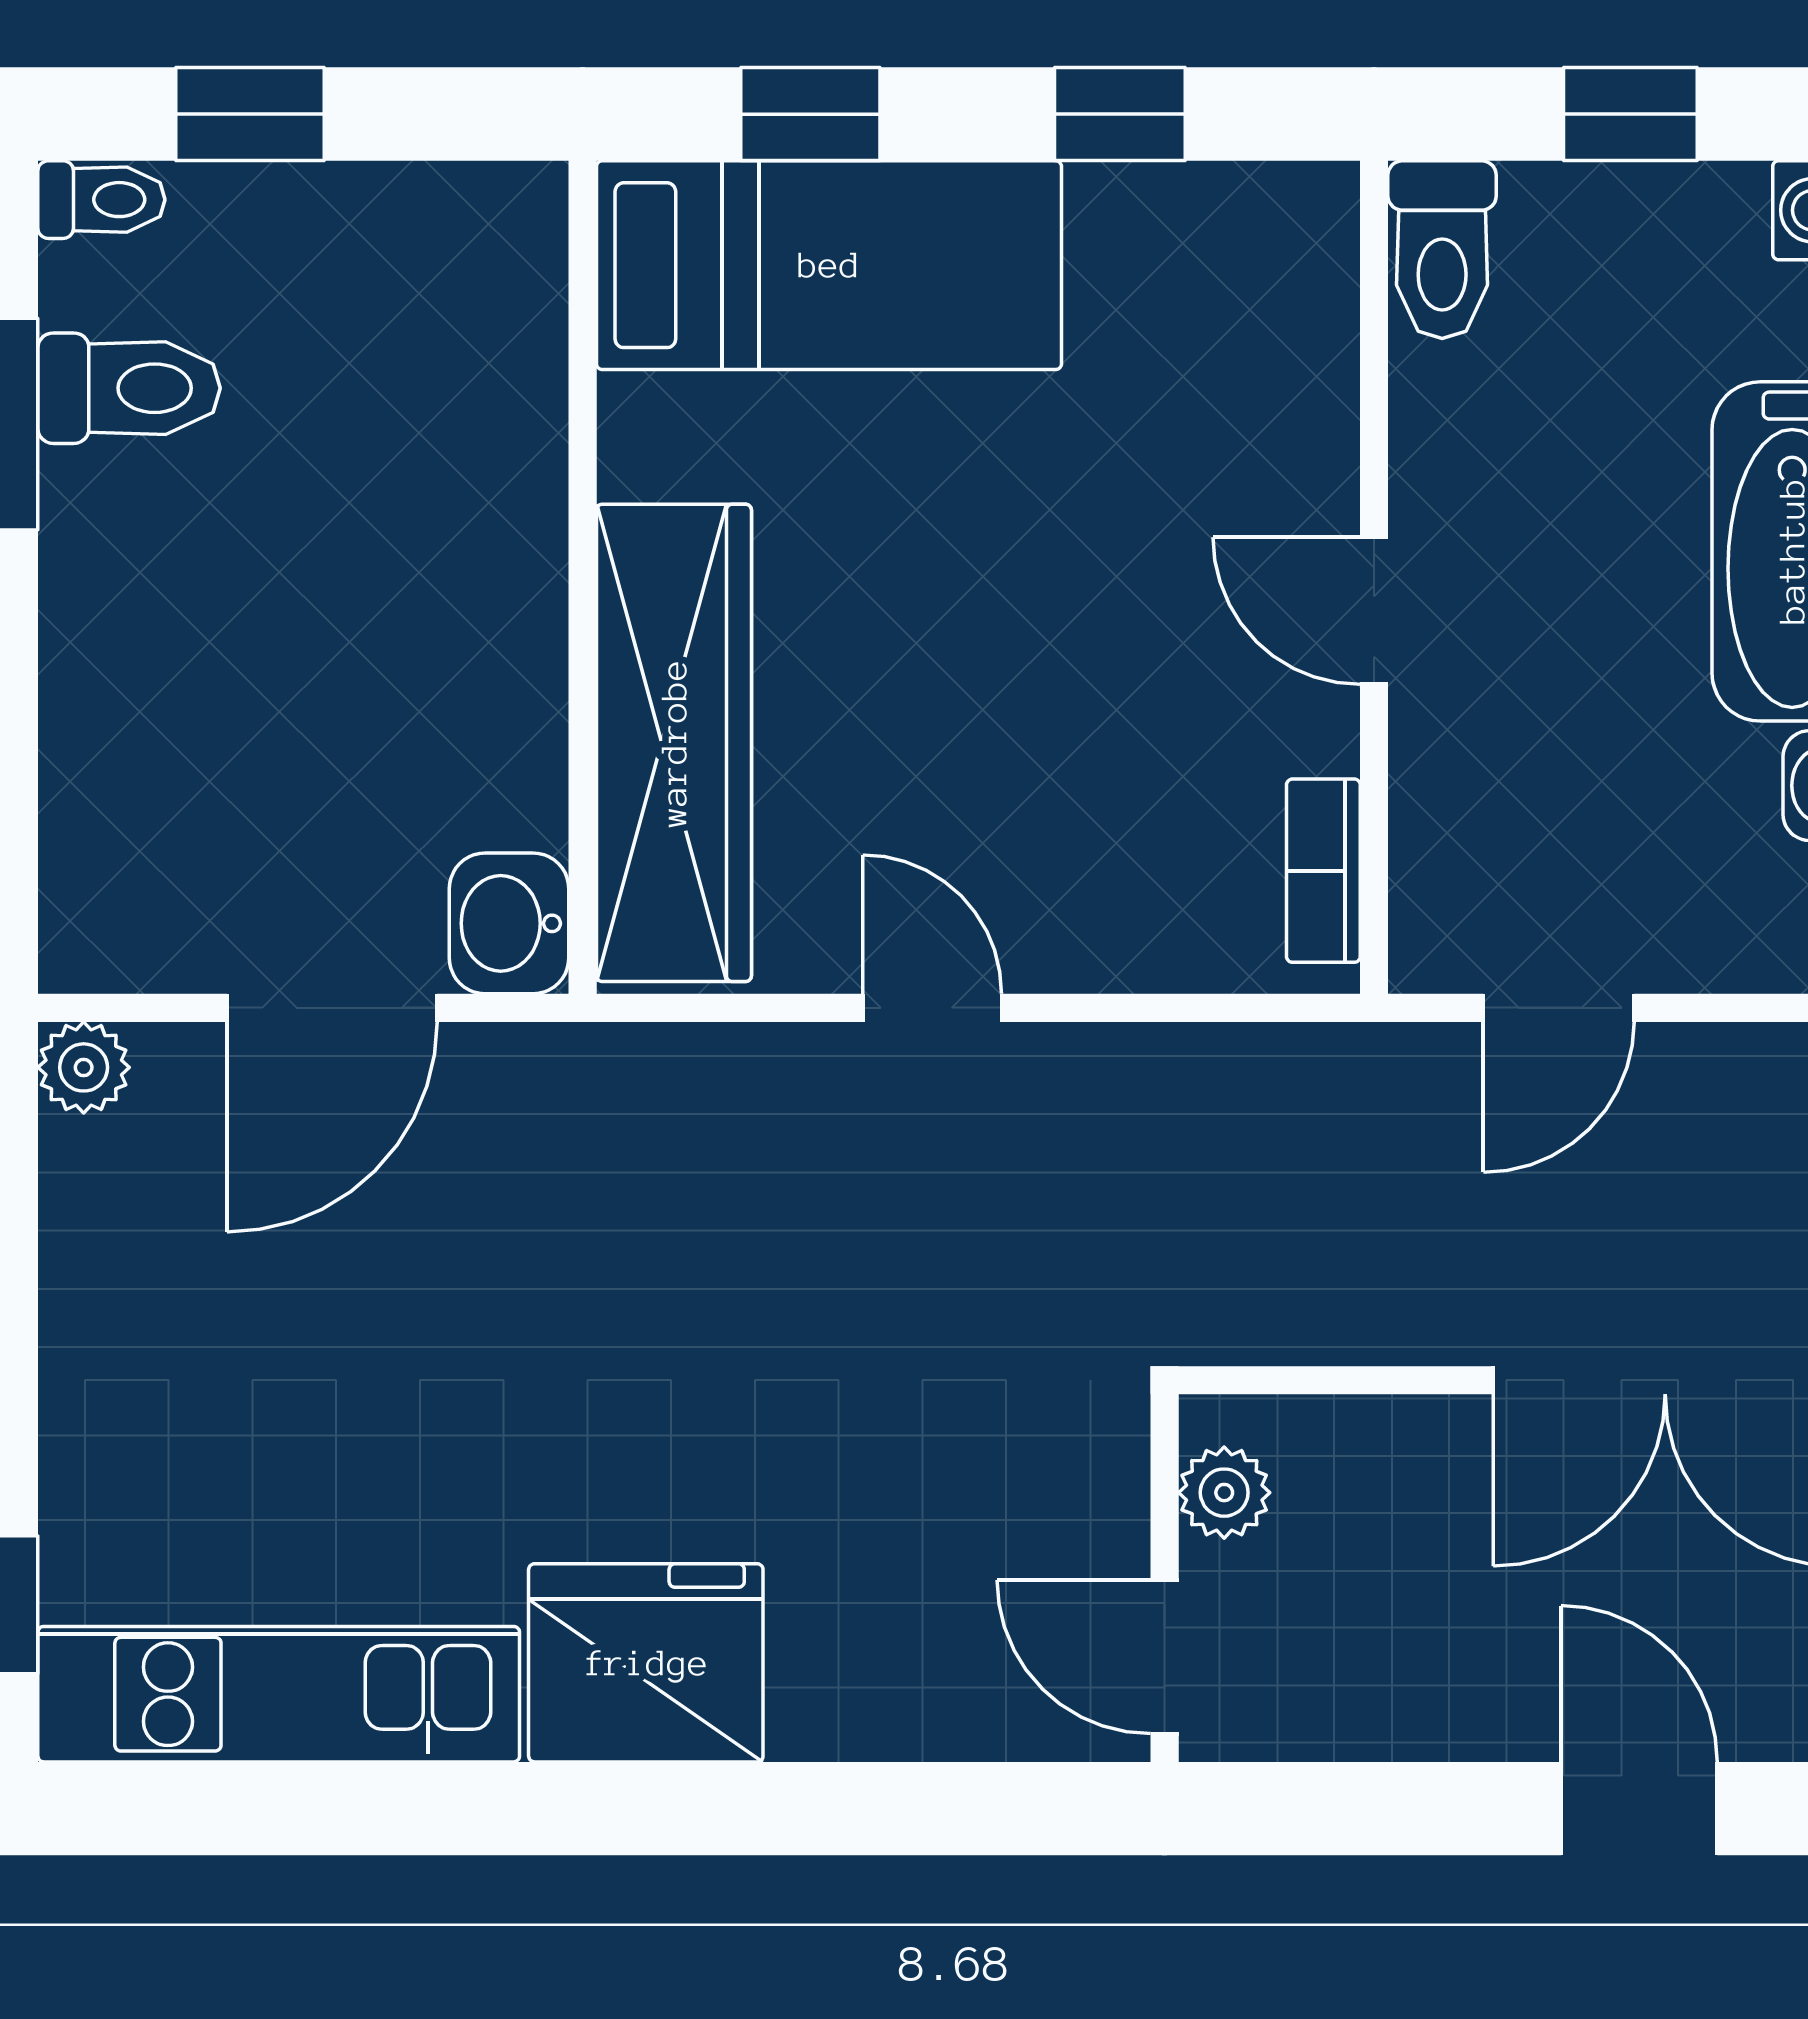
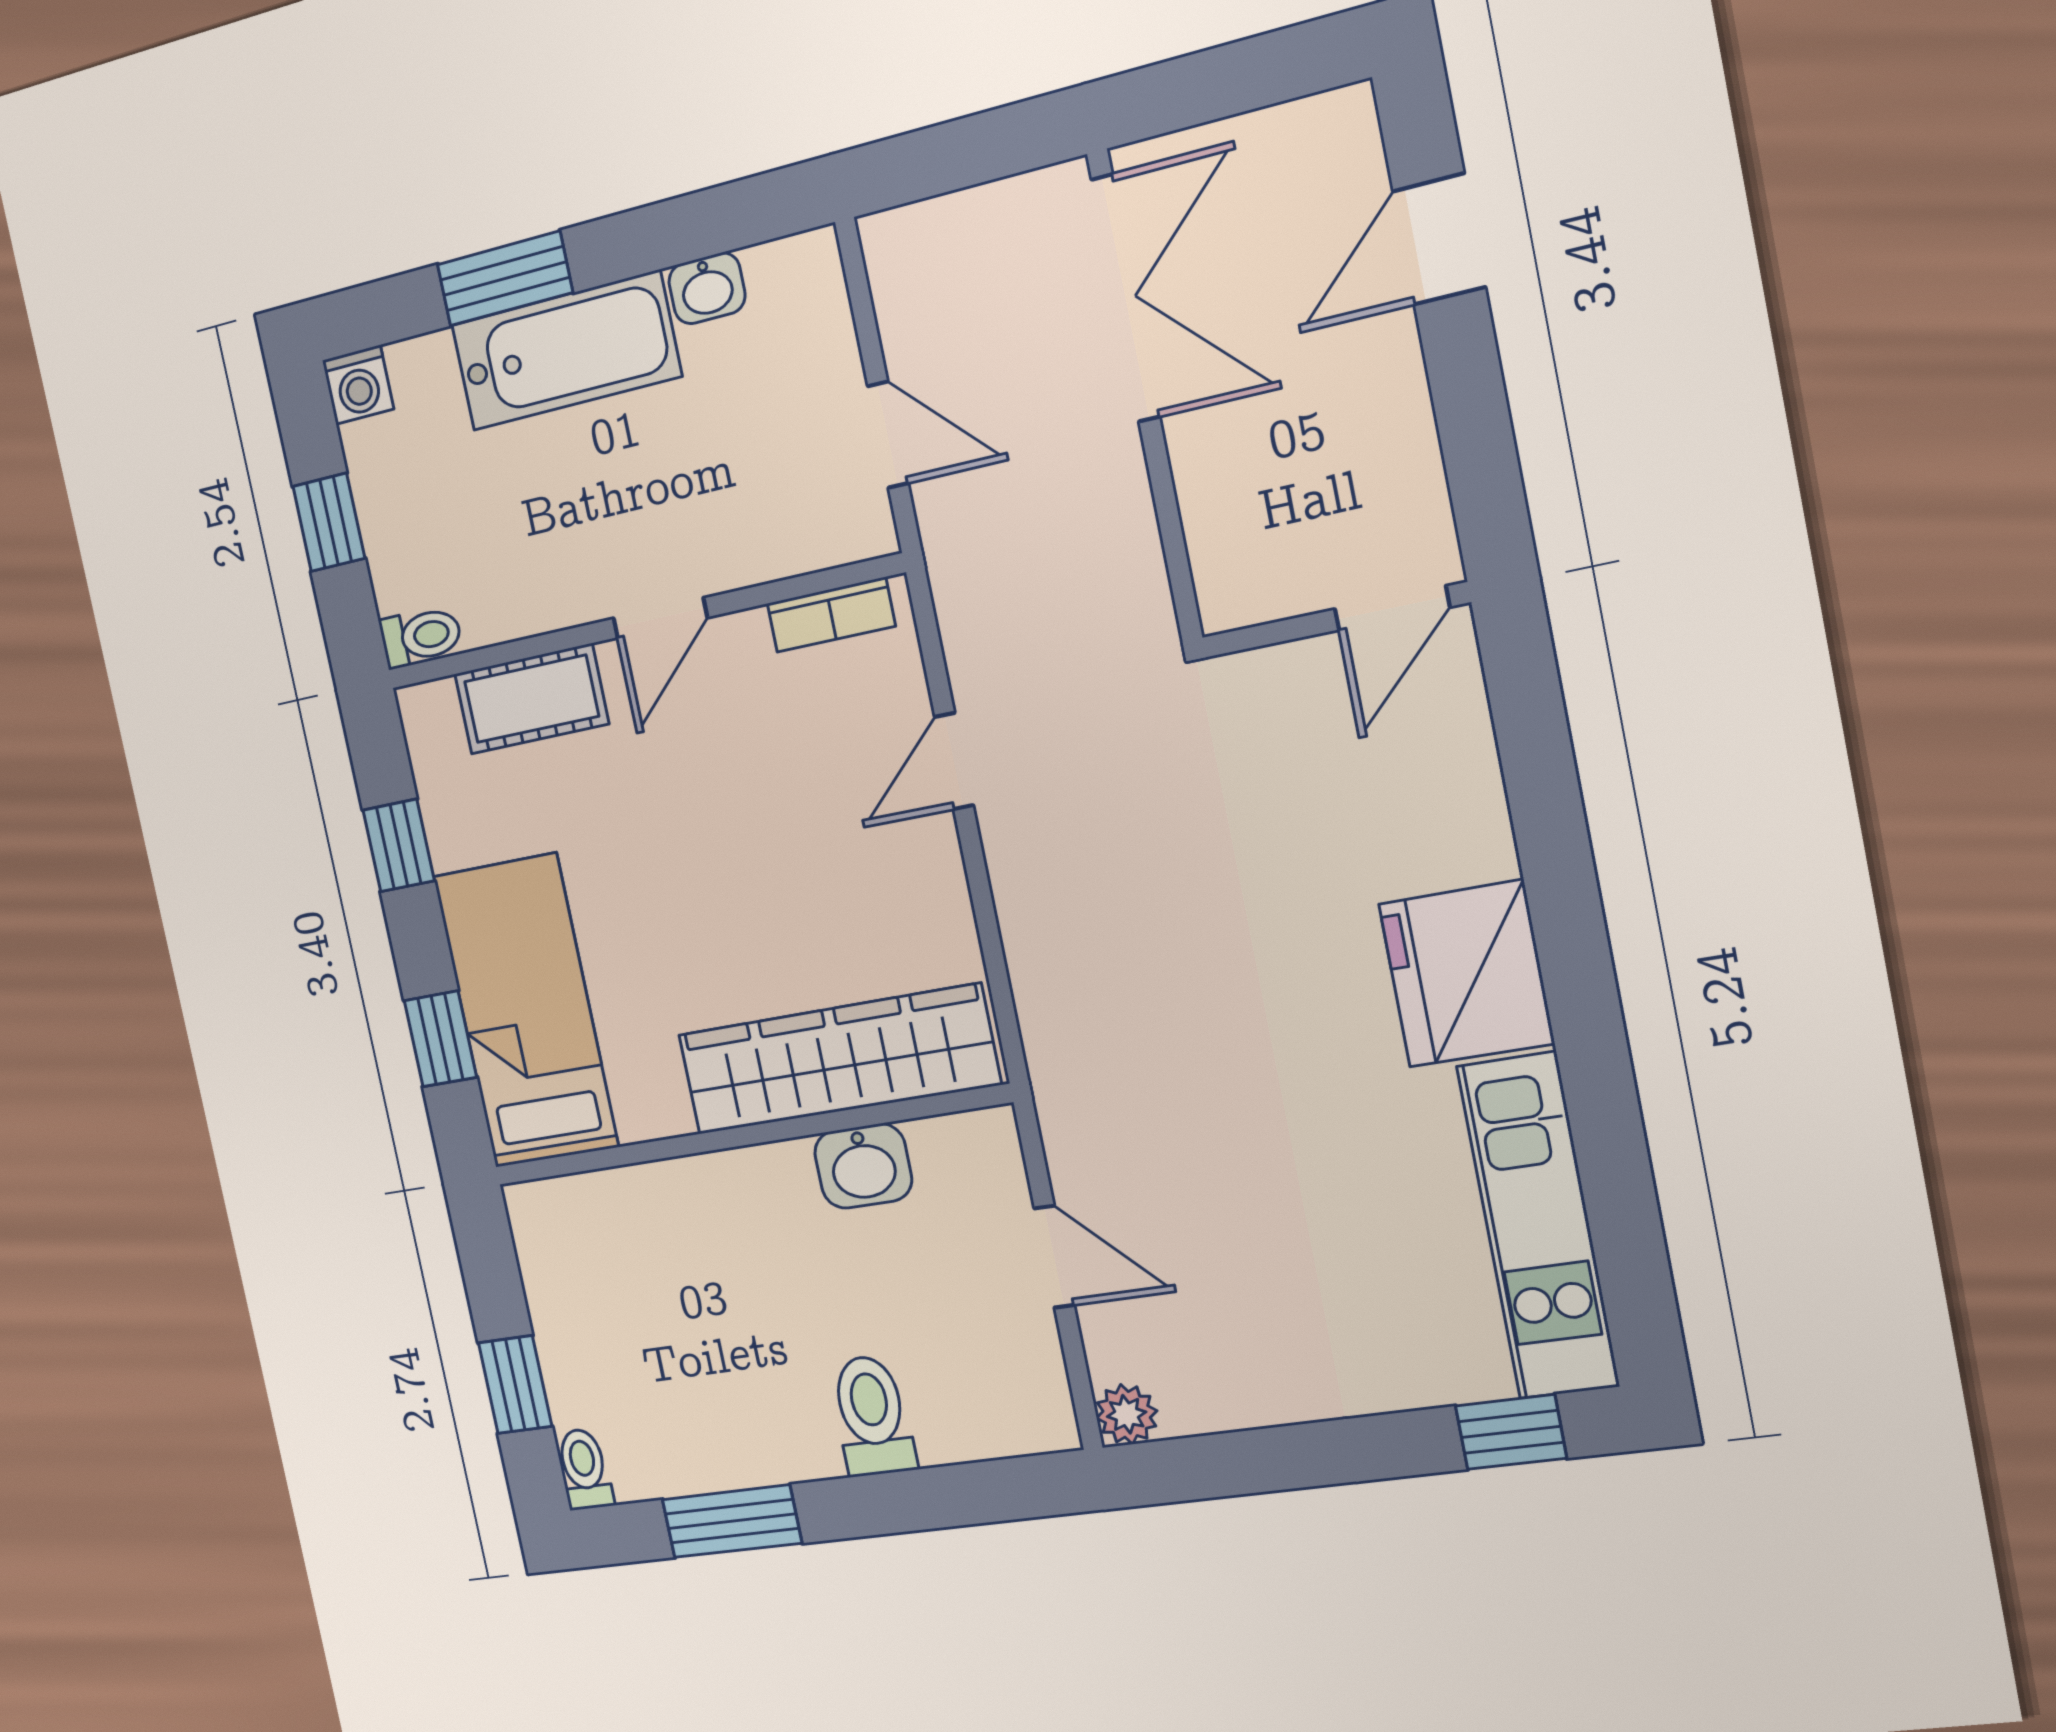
toilet: (1442, 250) -> (421, 637), width x0.73, depth x0.72
cot: (1298, 382) -> (531, 699), added
toilet: (129, 388) -> (872, 1416), moved
washbasin: (509, 923) -> (863, 1166), moved
door: (332, 1008) -> (1054, 1257), width x0.73
door: (932, 1008) -> (954, 761), moved
plant: (1224, 1493) -> (1266, 591), removed

